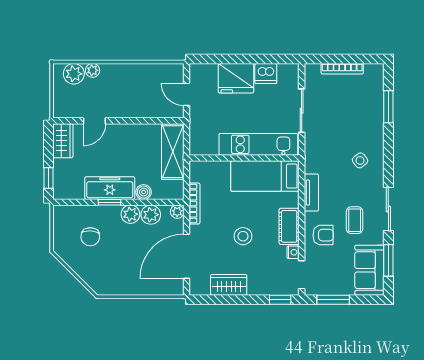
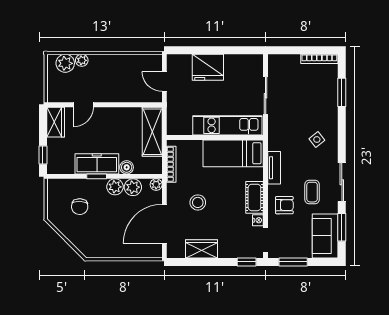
bookcase: (342, 69) -> (319, 59), moved
dishwasher: (266, 73) -> (234, 63), removed
bookcase: (195, 203) -> (171, 164), moved
stool: (243, 236) -> (198, 202), moved

